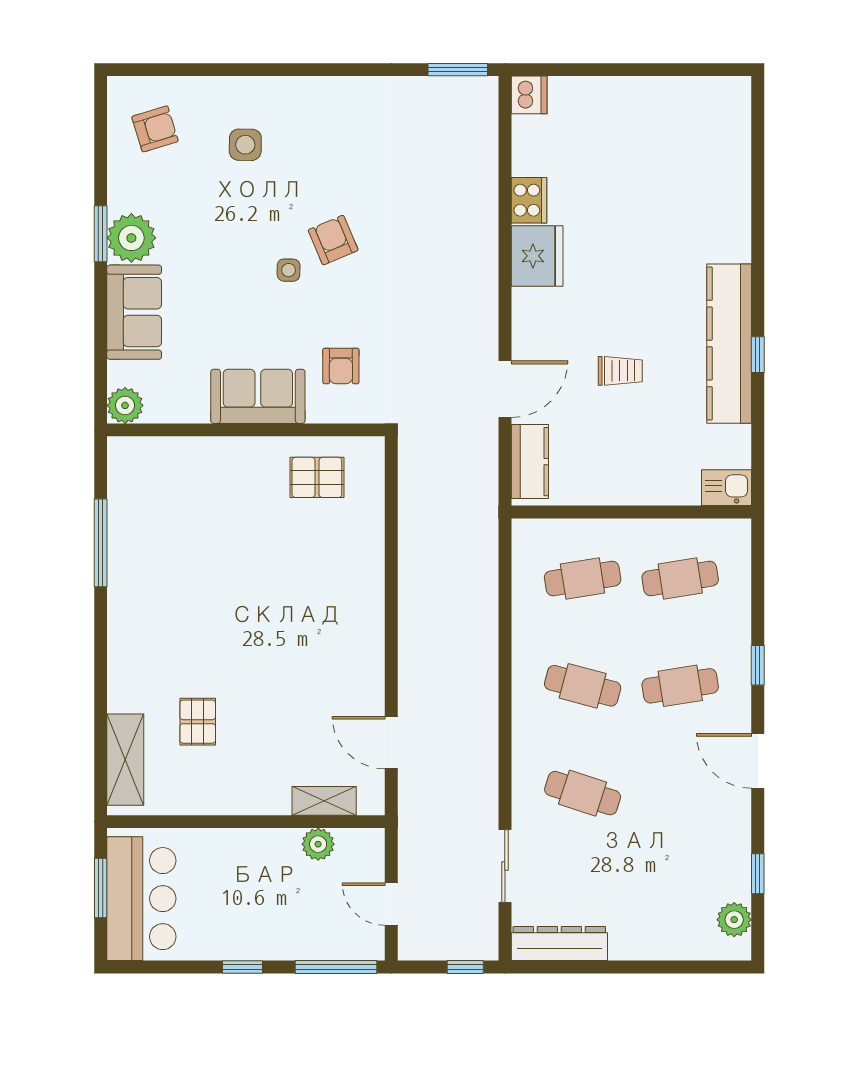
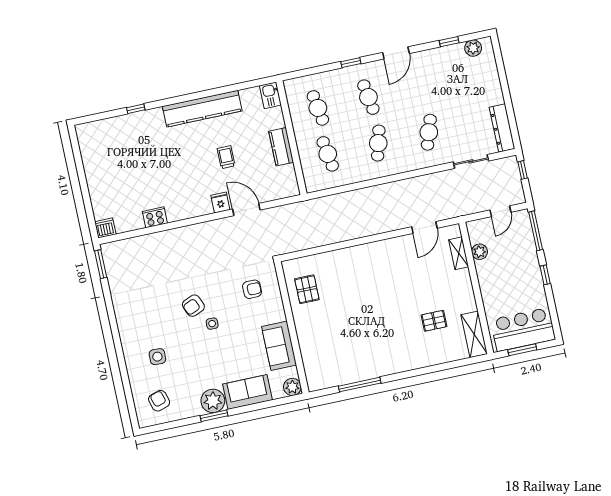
fridge: (537, 256) -> (220, 203), moved, width x0.53, depth x0.75
window: (758, 355) -> (136, 109), moved
sofa: (258, 396) -> (279, 346), moved
kitchen counter: (530, 462) -> (281, 147), moved, turned -90
shelving: (125, 760) -> (474, 334), moved, turned 90

